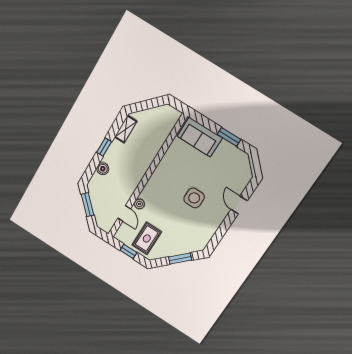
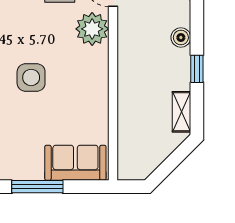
window: (229, 137) -> (37, 187), width x1.44
plant: (139, 204) -> (92, 29), width x1.88, depth x1.88

